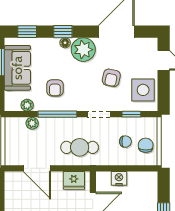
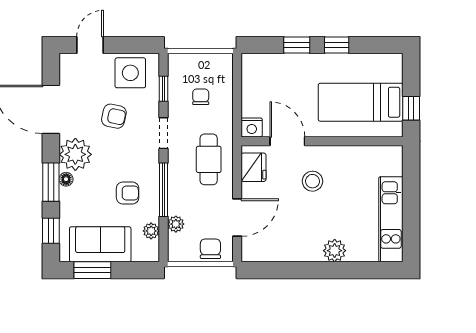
window: (63, 32) -> (51, 182), width x1.50
chair: (146, 145) -> (210, 249), moved, turned 90
nightstand: (119, 178) -> (252, 127), moved, turned -90

